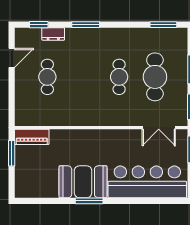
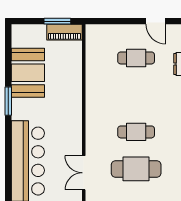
piano: (32, 137) -> (64, 32), moved, turned -90
booth: (83, 182) -> (28, 73), moved

